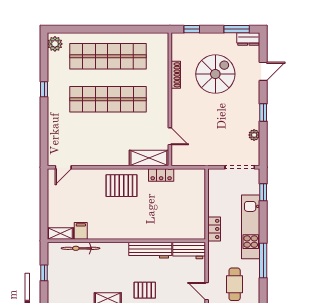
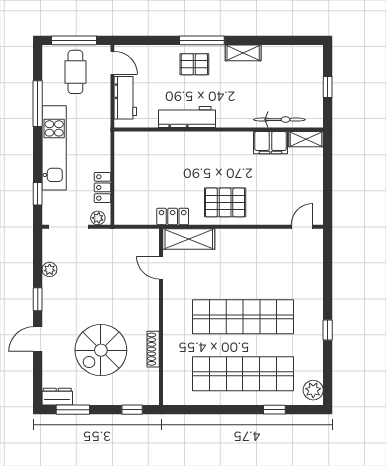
window: (84, 29) -> (274, 410), added
door: (263, 71) -> (38, 339), moved
plant: (218, 174) -> (98, 218), added
locker: (214, 229) -> (103, 187), moved
filing cabinet: (81, 231) -> (270, 143), width x2.00
workbench: (189, 250) -> (125, 98), moved, turned 90

